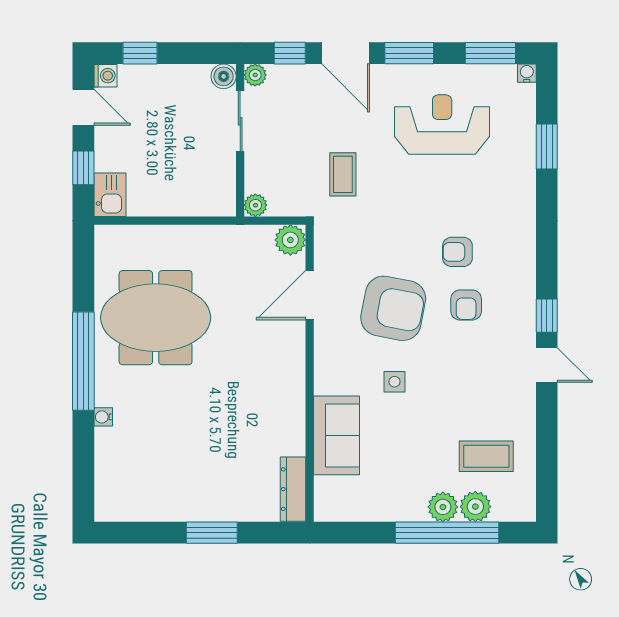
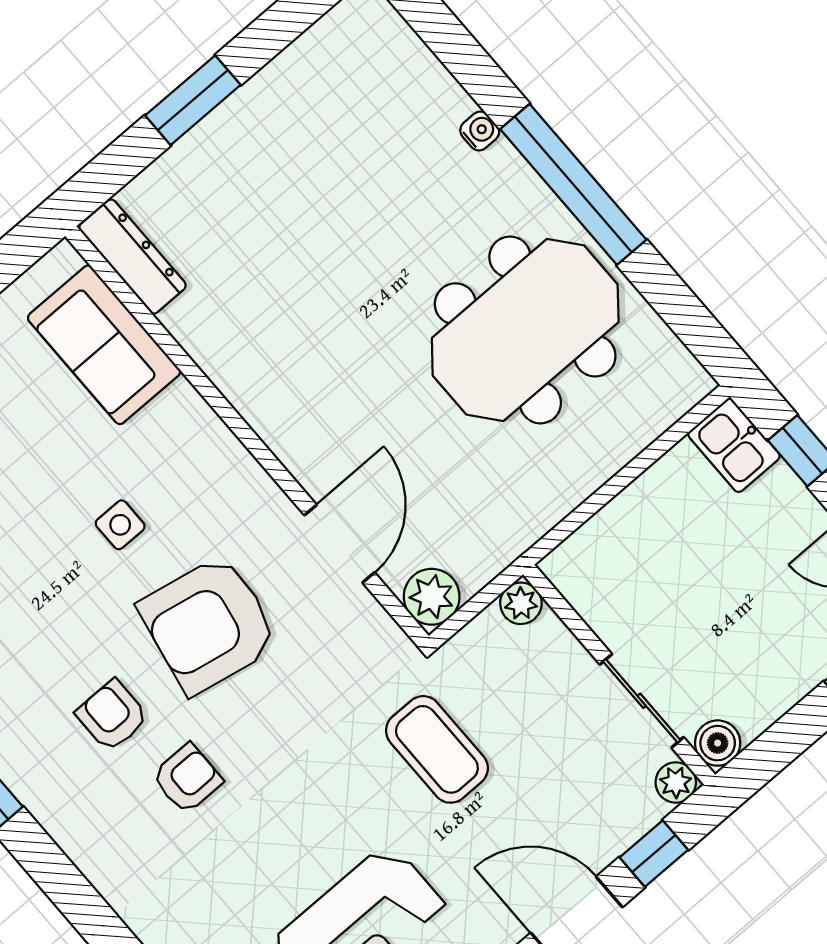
coffee table: (343, 174) -> (437, 749), width x1.36, depth x1.30
sofa: (337, 435) -> (104, 345), moved

